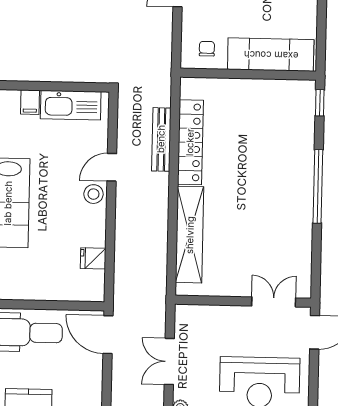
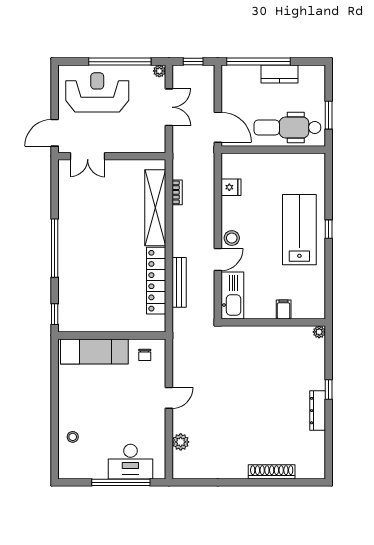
kitchen sink: (71, 105) -> (232, 296), moved, turned 90
bookcase: (161, 253) -> (177, 192), added

